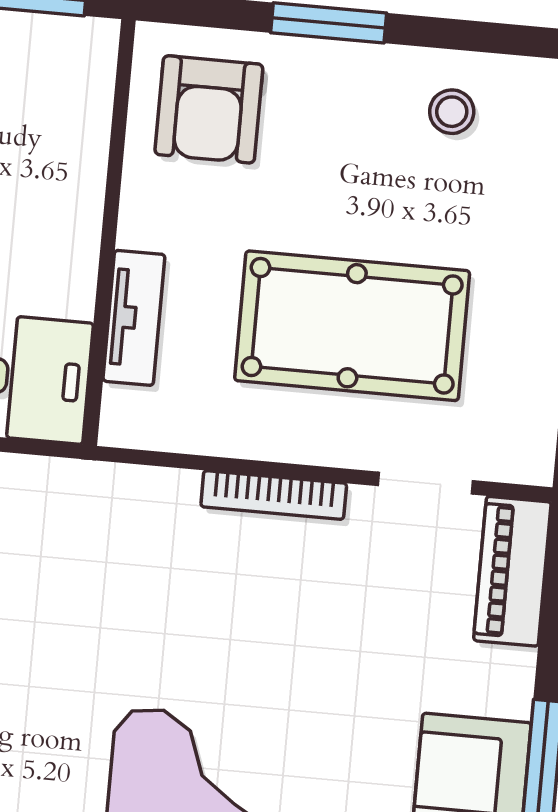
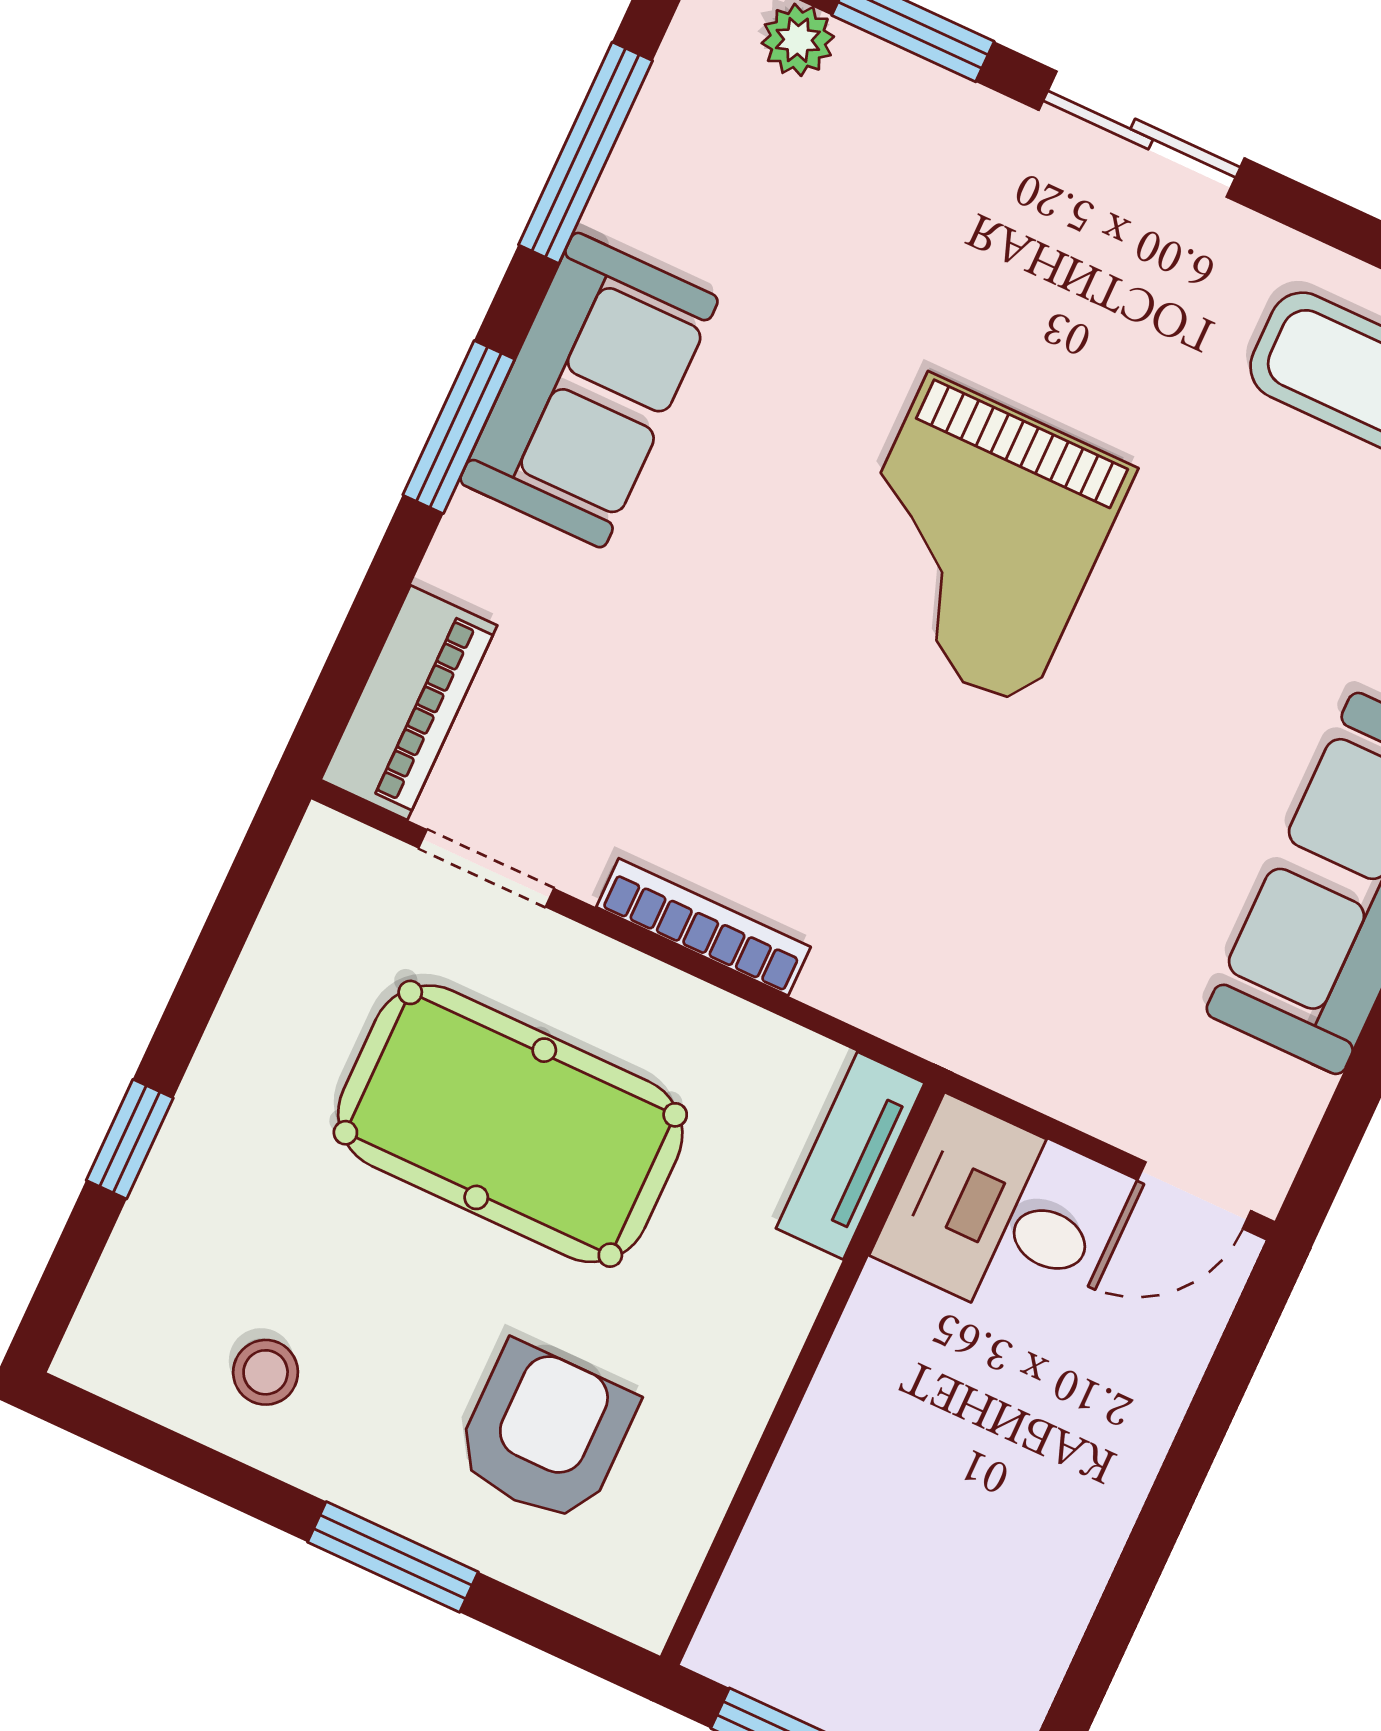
armchair: (209, 109) -> (545, 1433), moved
tv unit: (134, 318) -> (850, 1156), moved

